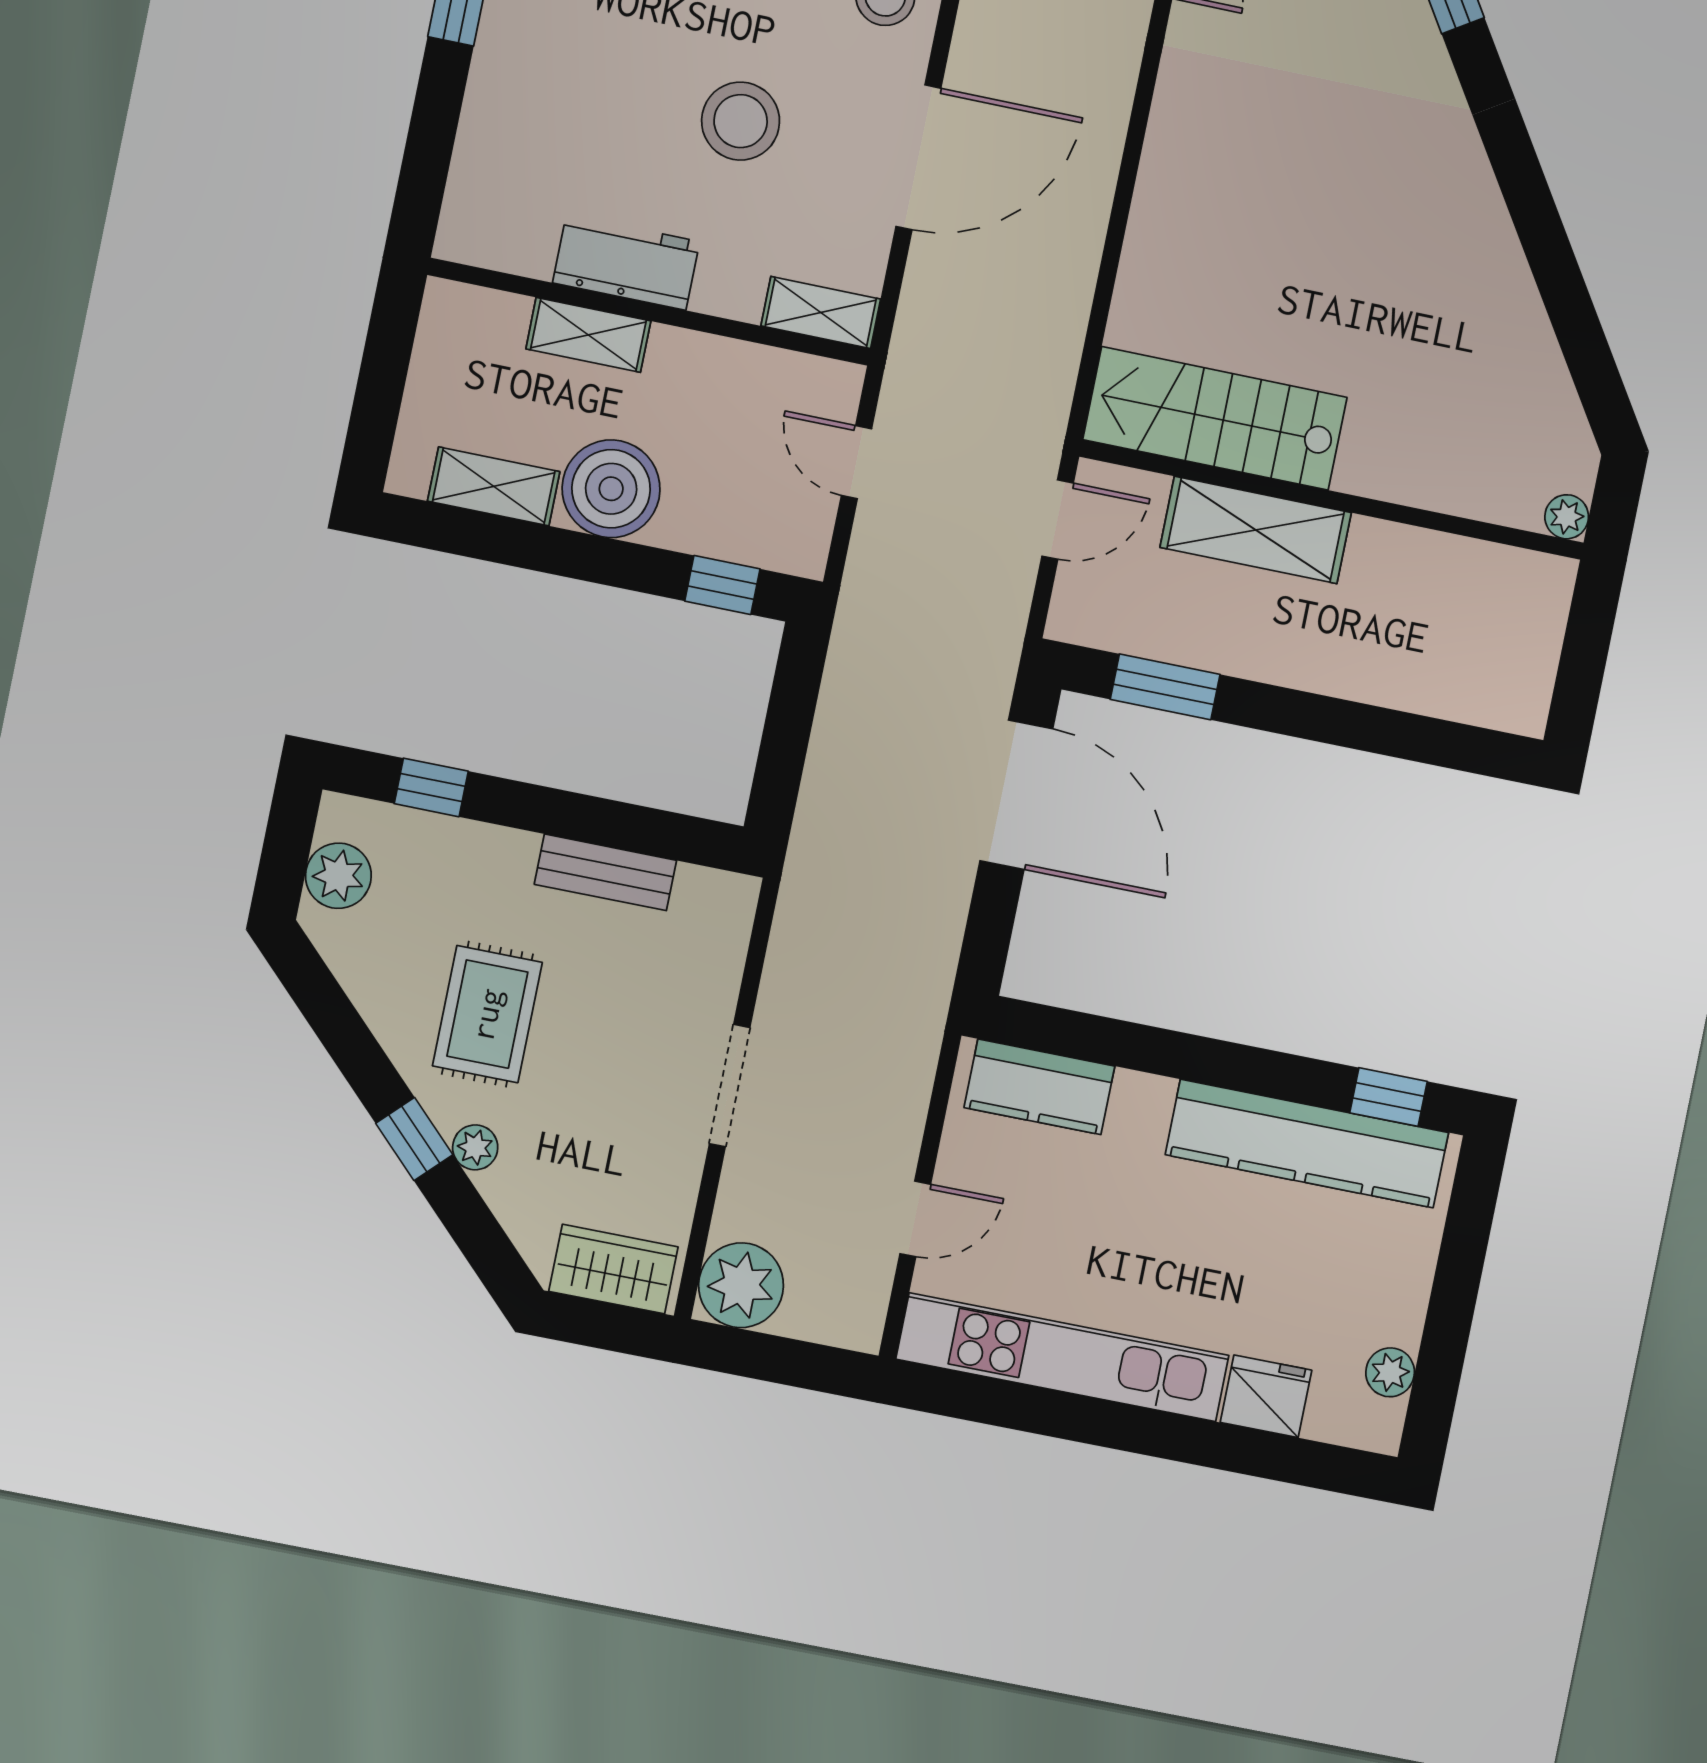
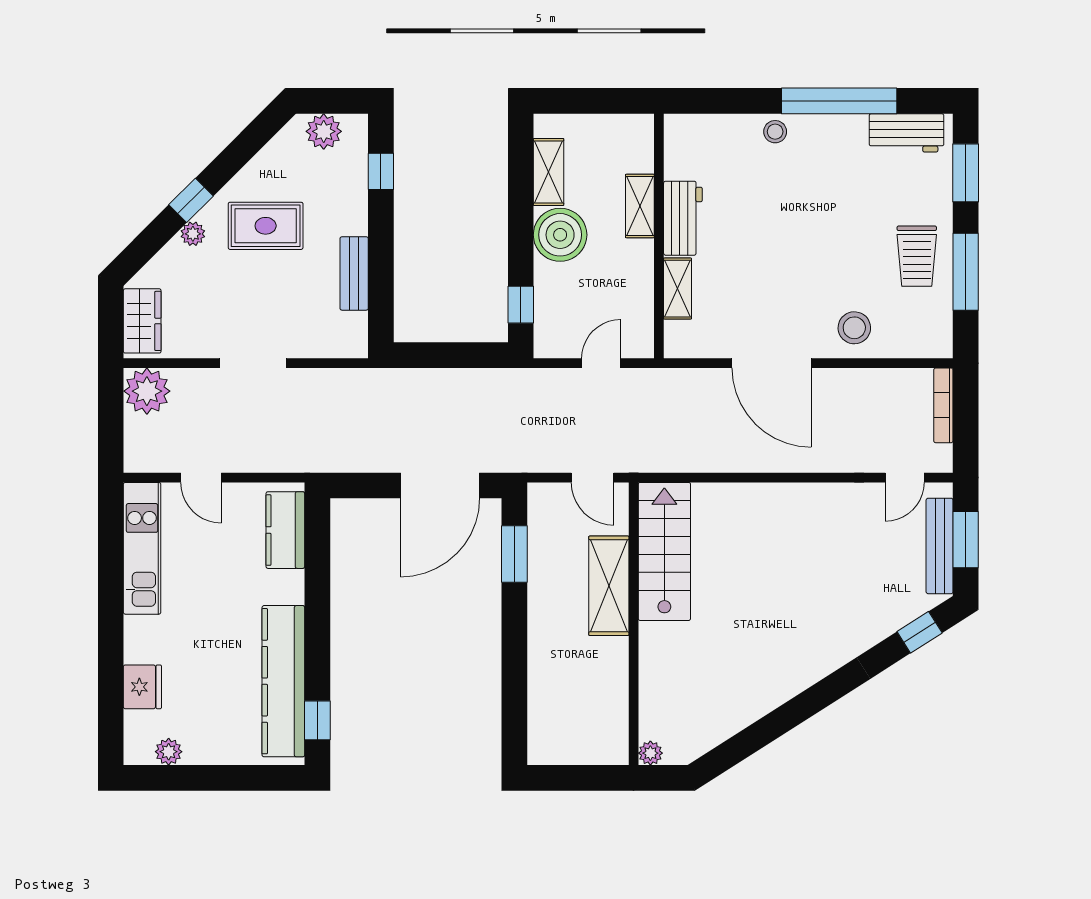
stool: (741, 121) -> (775, 132), moved, width x0.53, depth x0.53
shelving: (821, 312) -> (678, 289), moved
kitchen unit: (1063, 1357) -> (142, 548), width x0.73

